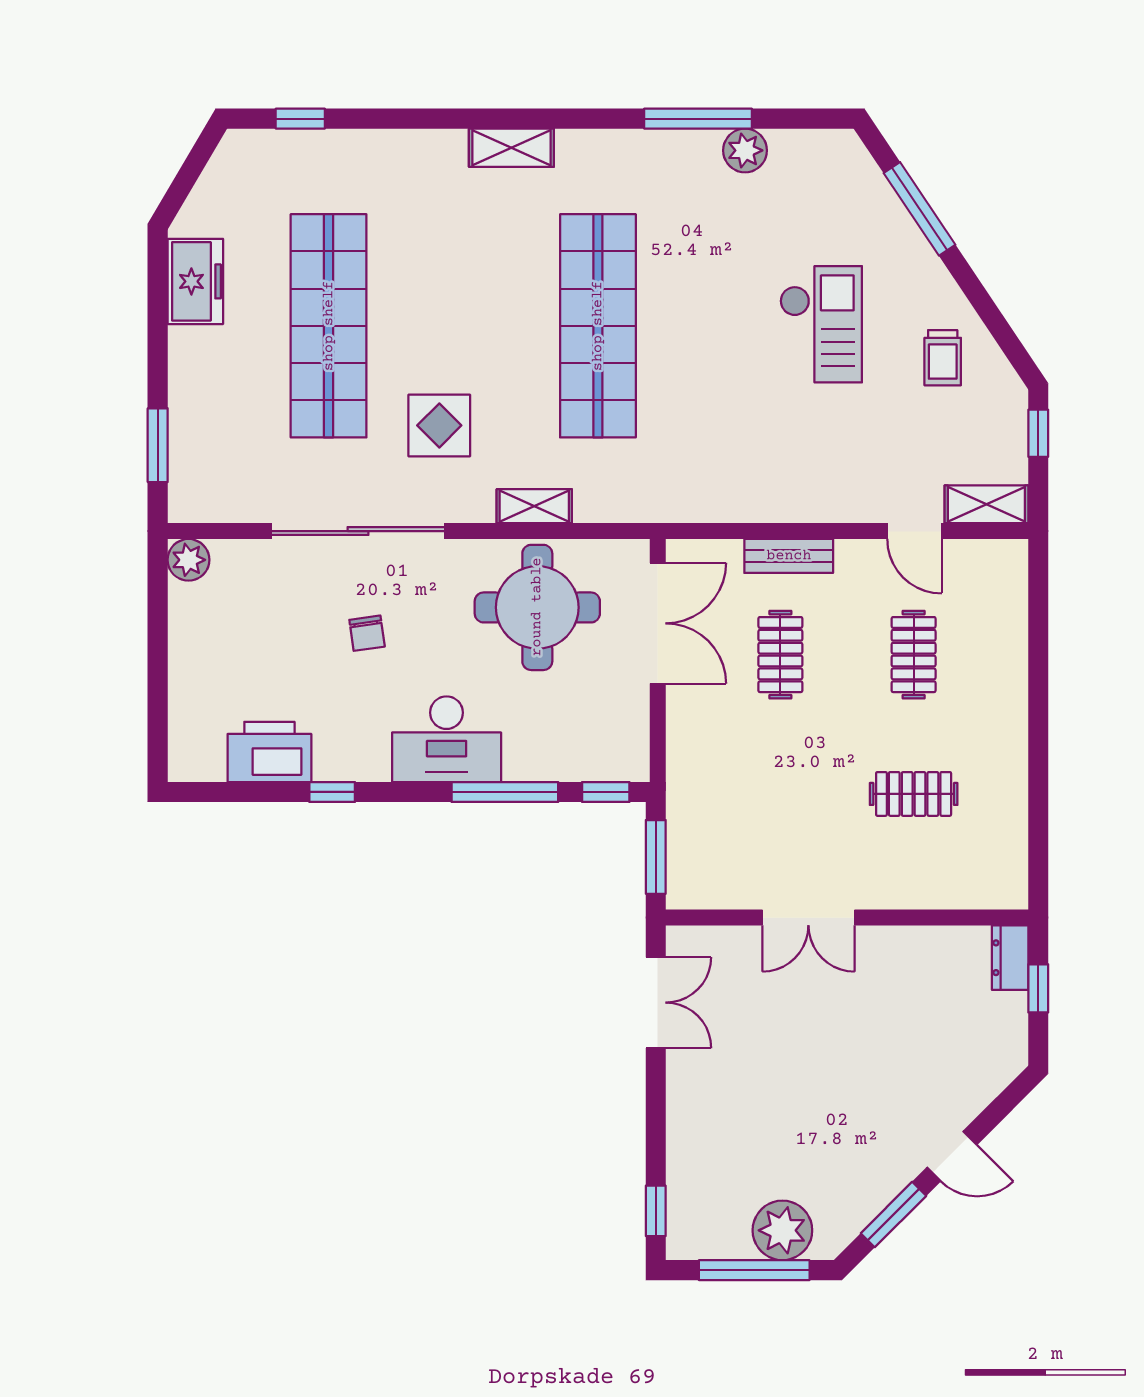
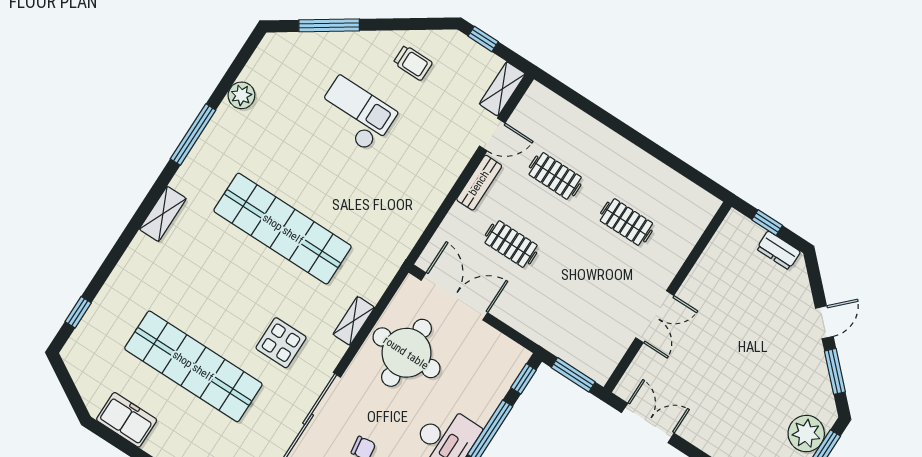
window: (698, 119) -> (193, 135), moved
bench: (789, 556) -> (479, 183), moved
clothes rail: (914, 794) -> (626, 222), turned 90
dresser: (1010, 958) -> (778, 250), moved

